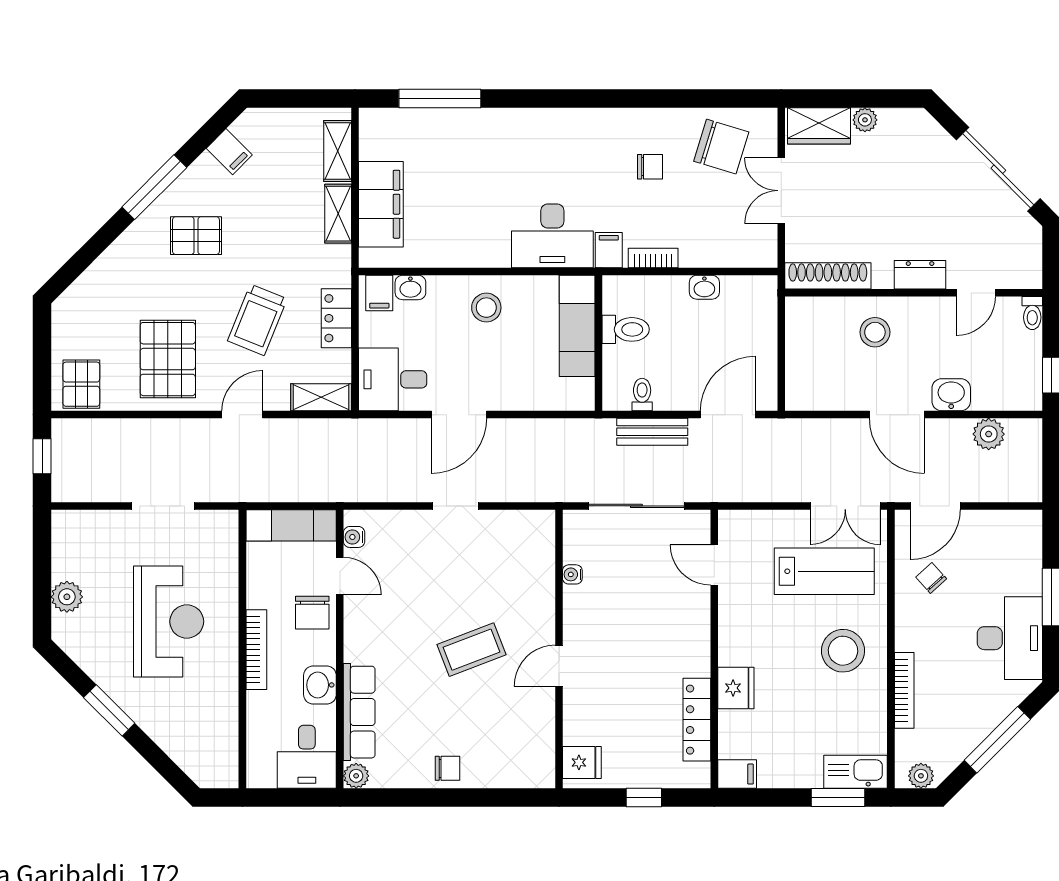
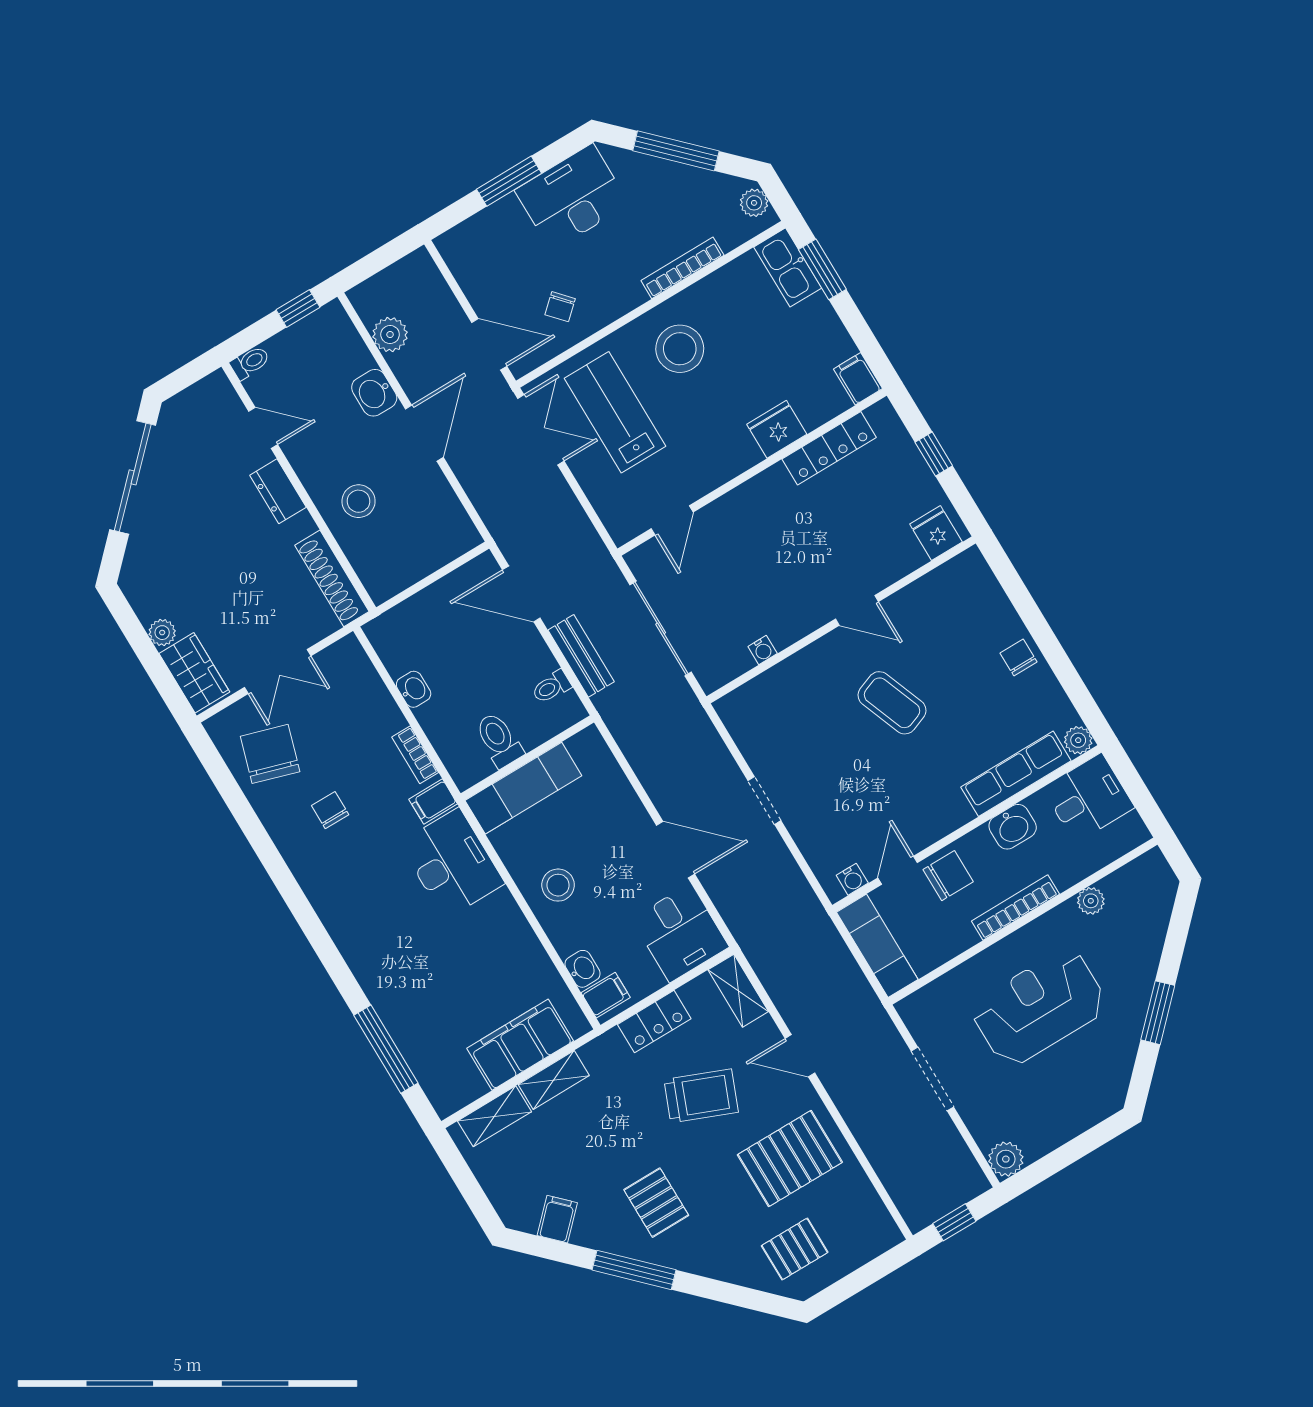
pallet: (81, 384) -> (795, 1249), moved
plant: (67, 597) -> (1006, 1159), moved
plant: (226, 711) -> (1091, 901), added

